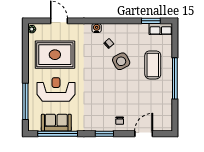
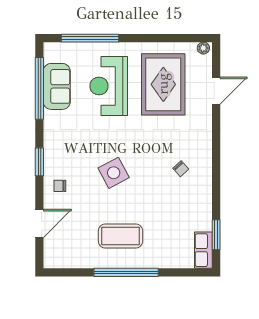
water cooler: (97, 28) -> (205, 150), removed
side table: (121, 61) -> (114, 173), moved
coffee table: (153, 65) -> (121, 236), moved
reception desk: (56, 89) -> (109, 86), turned 180
door: (144, 134) -> (39, 223), hinge flipped

